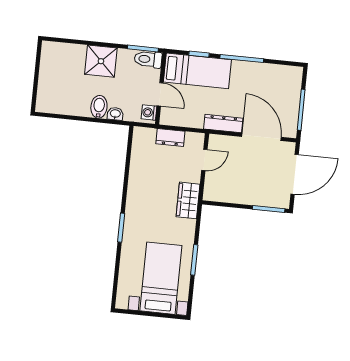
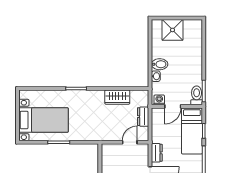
shower: (101, 61) -> (172, 30), moved
dresser: (223, 124) -> (157, 153), width x0.70
door: (204, 160) -> (130, 142), swing flipped
wardrobe: (188, 200) -> (117, 97), moved, turned 180

